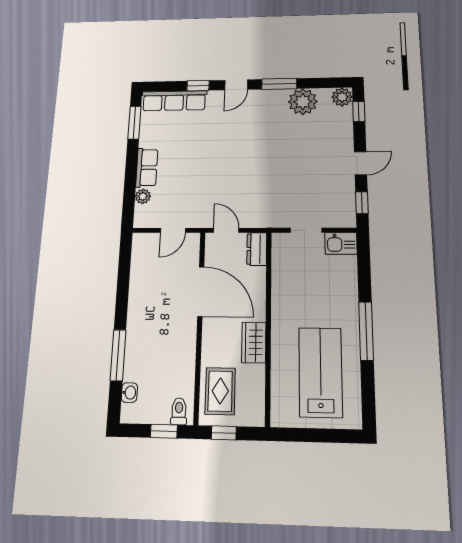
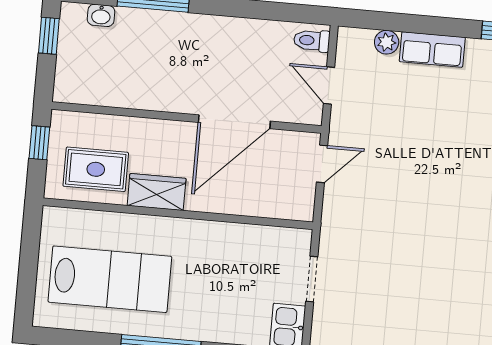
dresser: (257, 249) -> (290, 206), removed
rug: (220, 391) -> (96, 169), moved
toilet: (179, 411) -> (312, 41), moved, turned 180
window: (164, 431) -> (49, 36), moved

